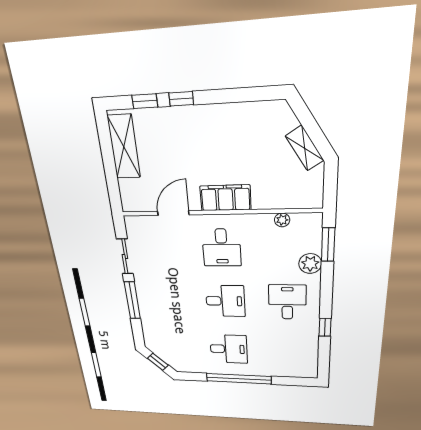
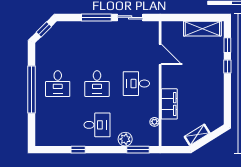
filing cabinet: (225, 198) -> (169, 104), moved

